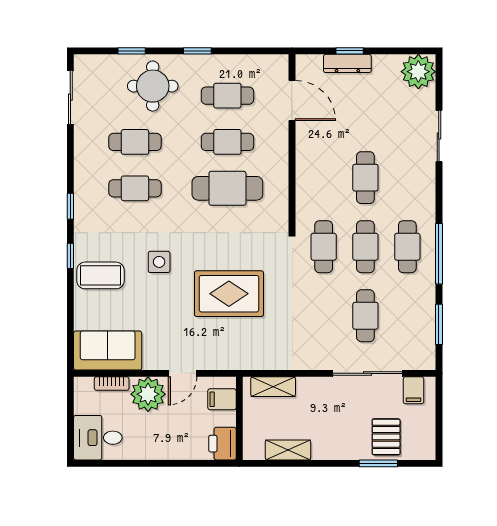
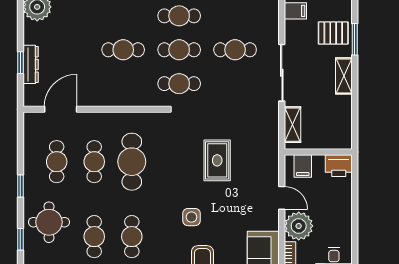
rug: (229, 294) -> (217, 160), width x0.73, depth x0.70
sliding door: (367, 373) -> (282, 73), moved
shelving: (288, 450) -> (344, 76), moved

